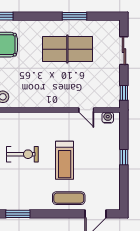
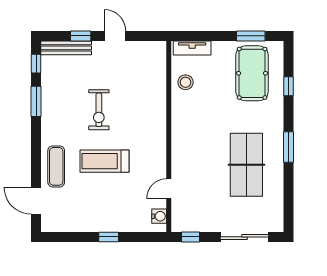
window: (74, 16) -> (288, 147), moved
sliding door: (124, 51) -> (244, 237), width x1.37
exercise bike: (22, 154) -> (99, 110), moved

